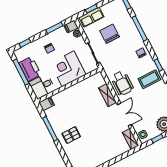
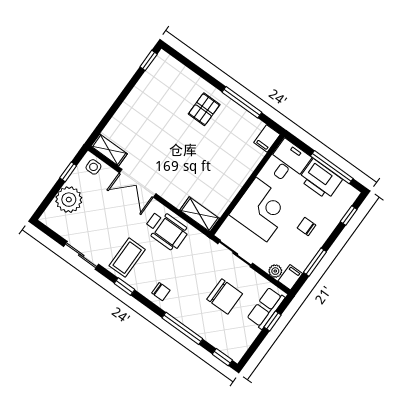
wheelchair: (122, 83) -> (166, 230), turned 180
shelving: (107, 95) -> (200, 214), moved

